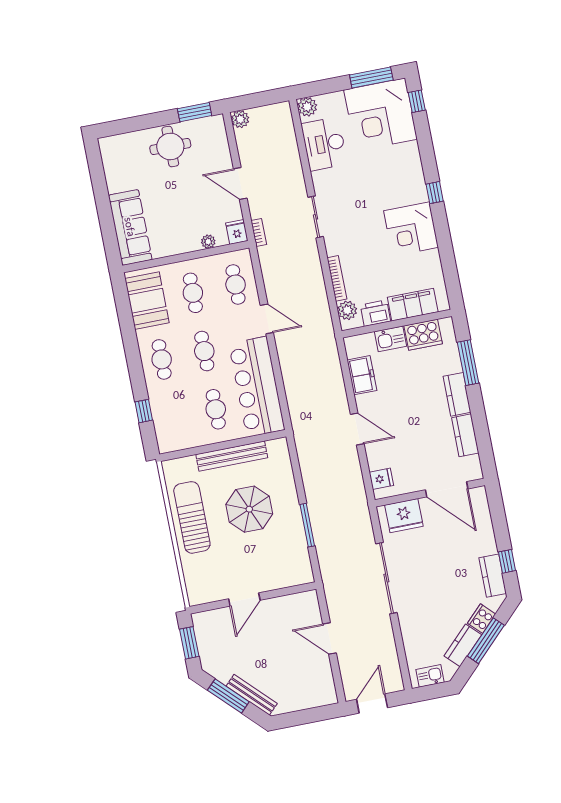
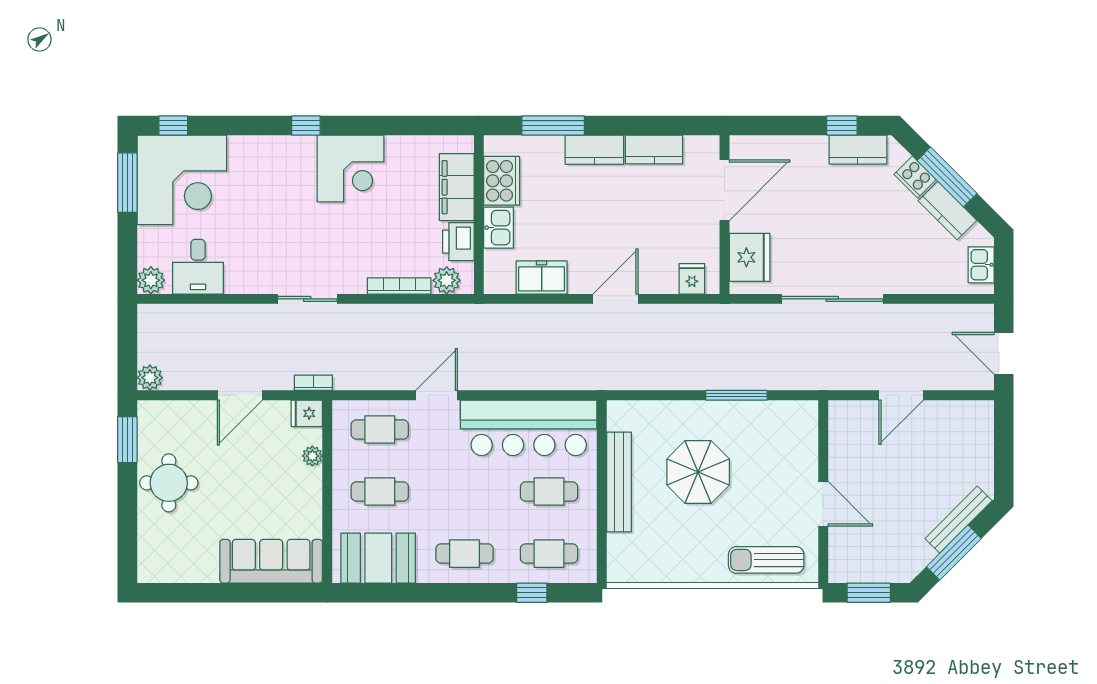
desk: (324, 144) -> (198, 267), width x0.73
cafe table: (204, 351) -> (549, 554), moved
sun lounger: (192, 517) -> (766, 560), moved, width x0.73, depth x0.75

